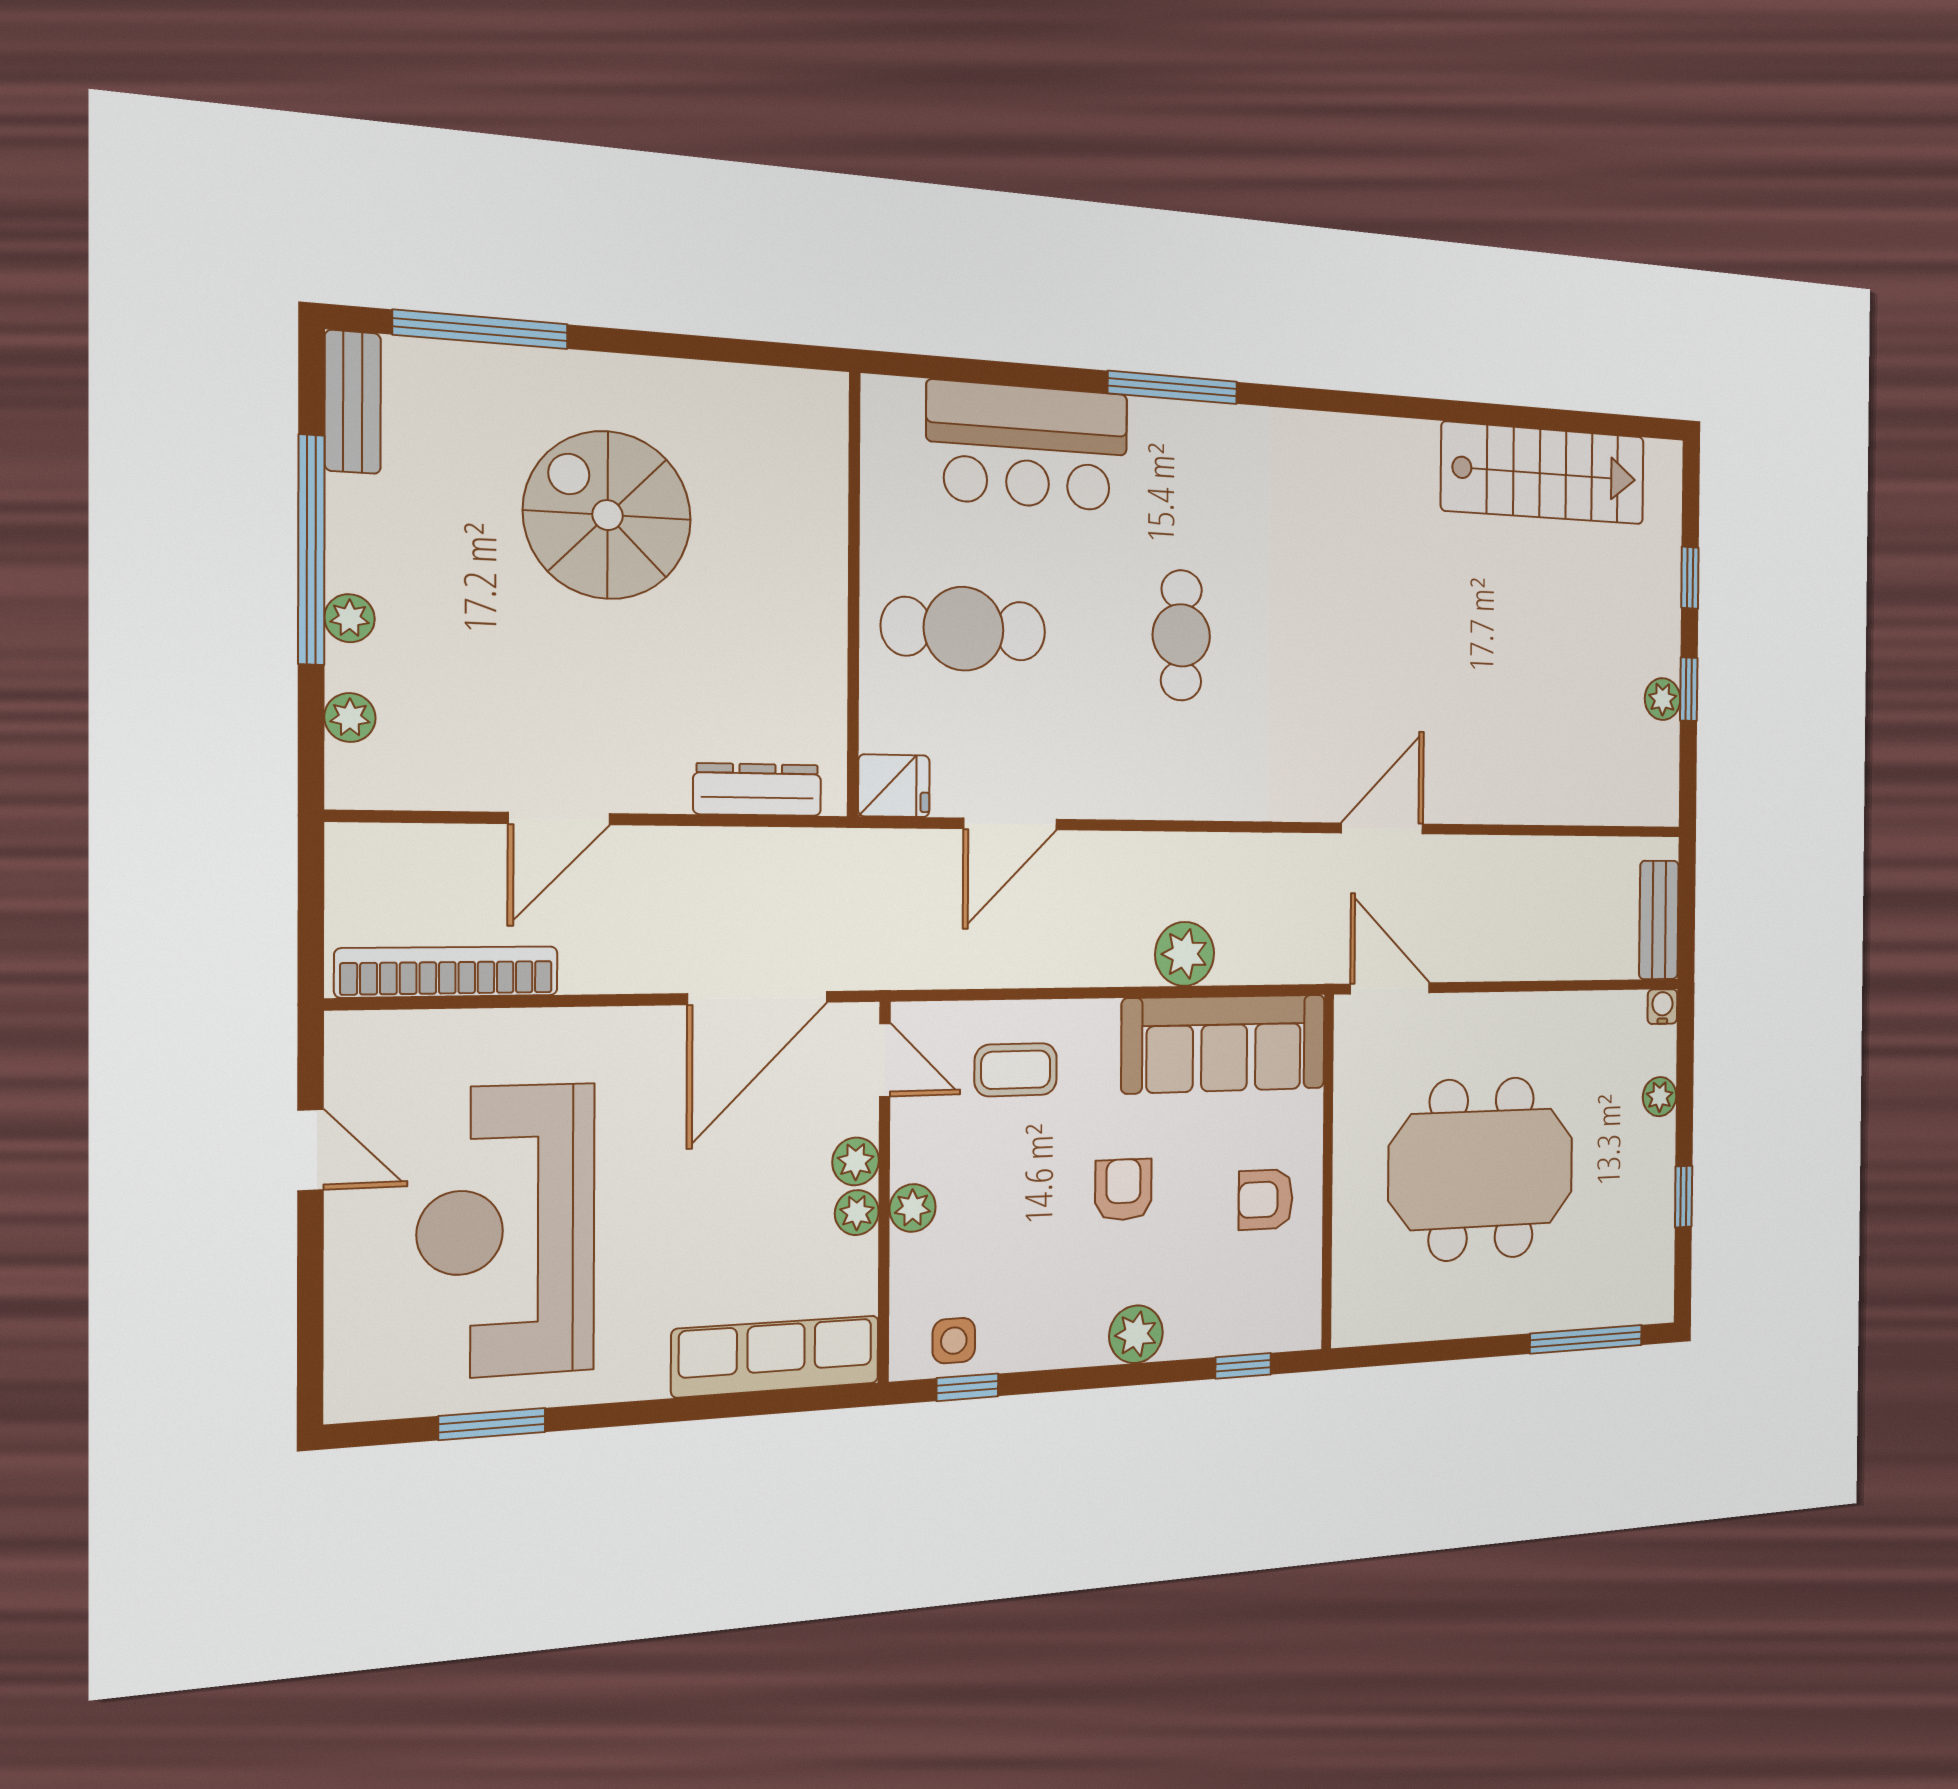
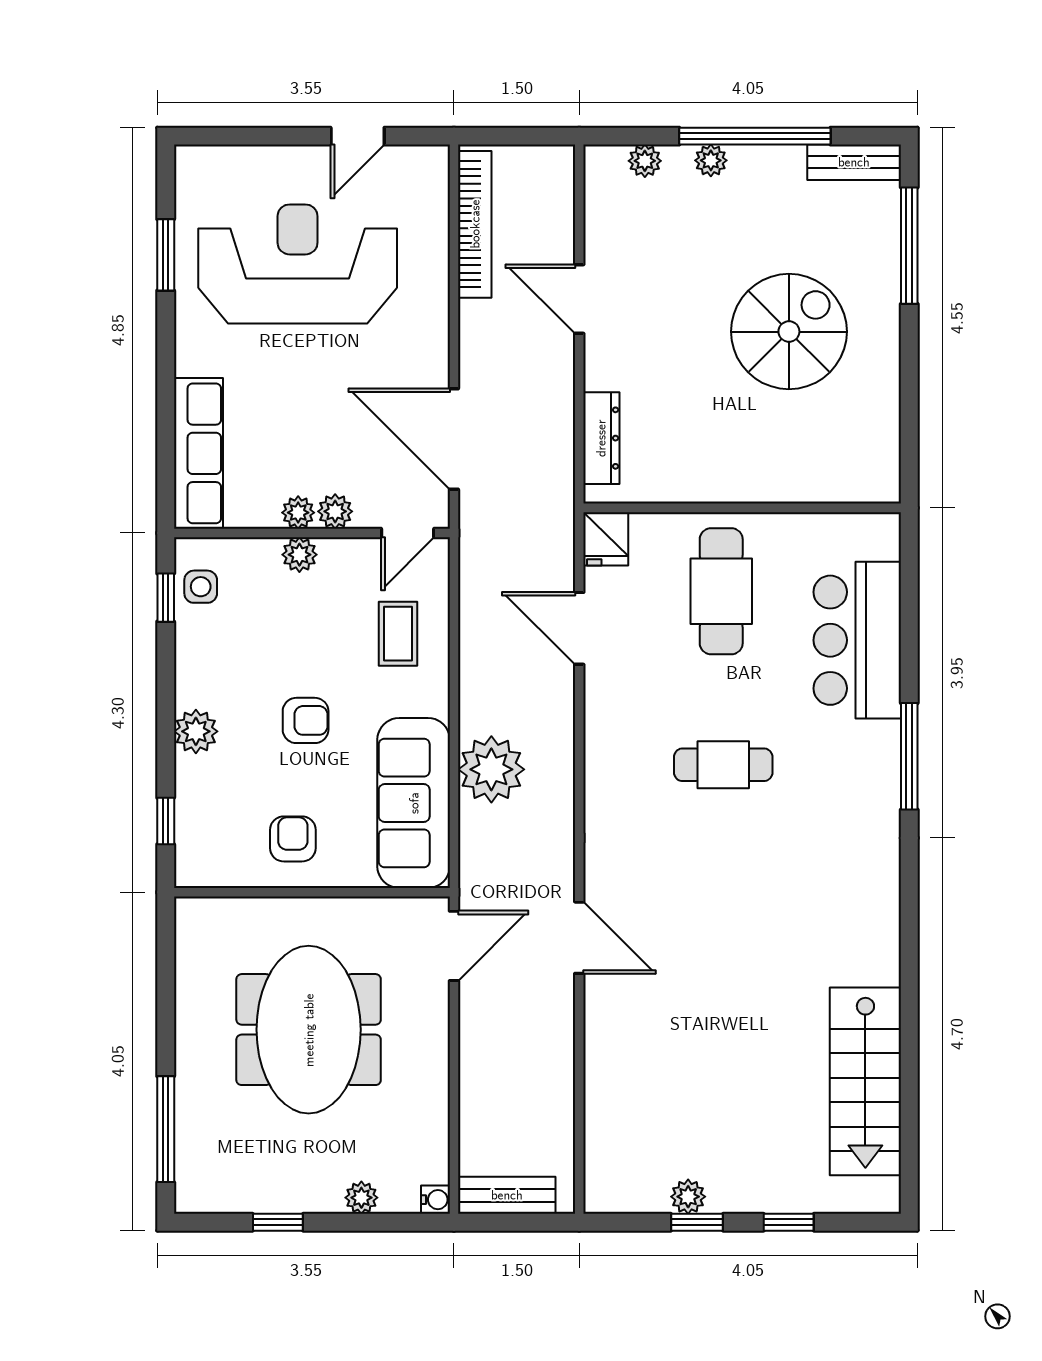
plant: (1185, 954) -> (491, 769), width x1.36, depth x1.36

